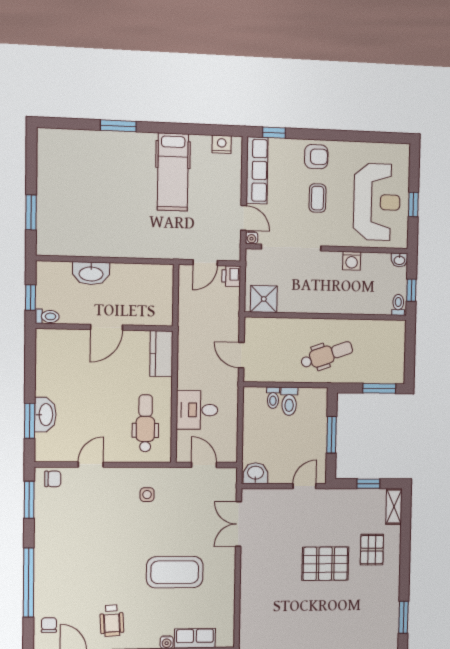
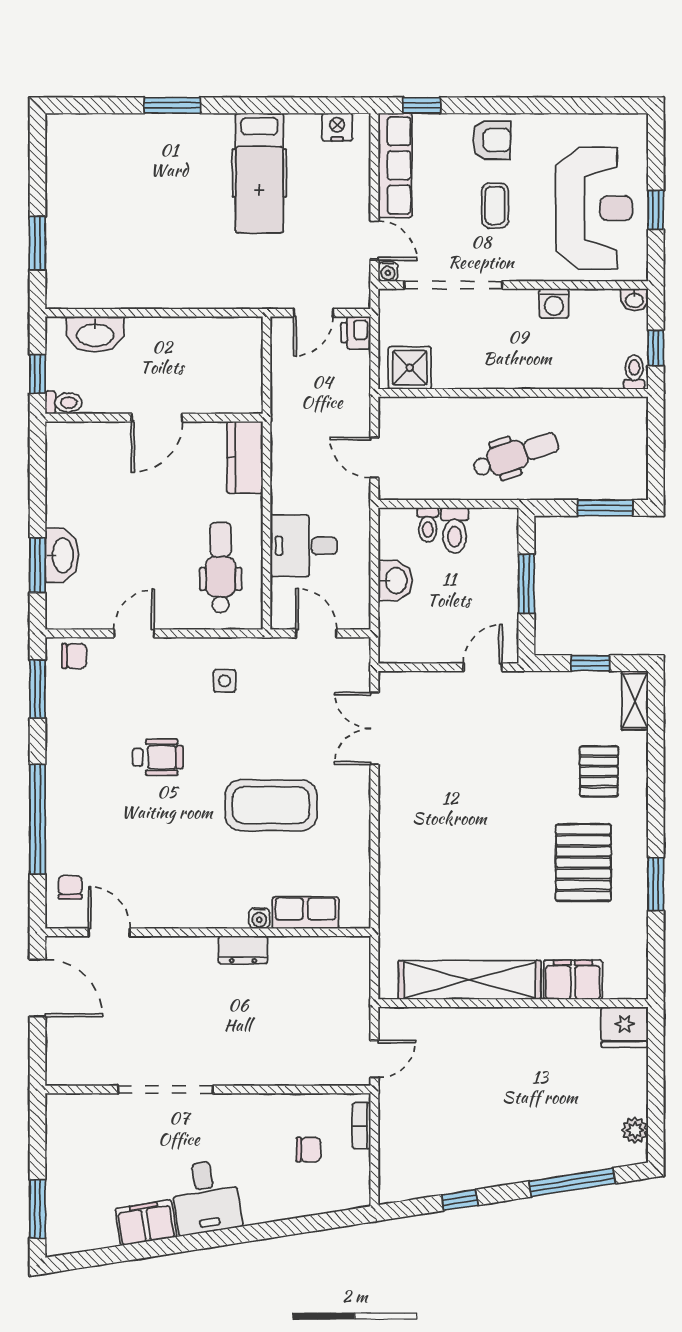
washbasin: (91, 273) -> (95, 334), moved
washbasin: (256, 473) -> (395, 581), moved, turned 90
pallet: (325, 564) -> (583, 863), moved, turned 90
wheelchair: (112, 621) -> (158, 757), moved, turned -87

